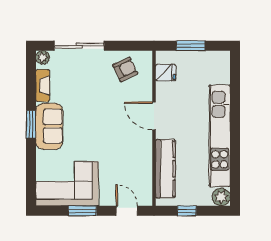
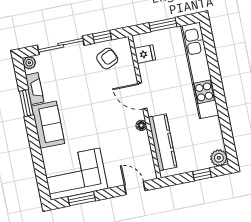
window: (124, 46) -> (102, 37), added
window: (31, 124) -> (26, 103), moved
kitchen unit: (220, 136) -> (200, 70), moved
floor lamp: (147, 147) -> (141, 125), added
window: (82, 211) -> (82, 199), moved
window: (187, 211) -> (202, 174), moved

